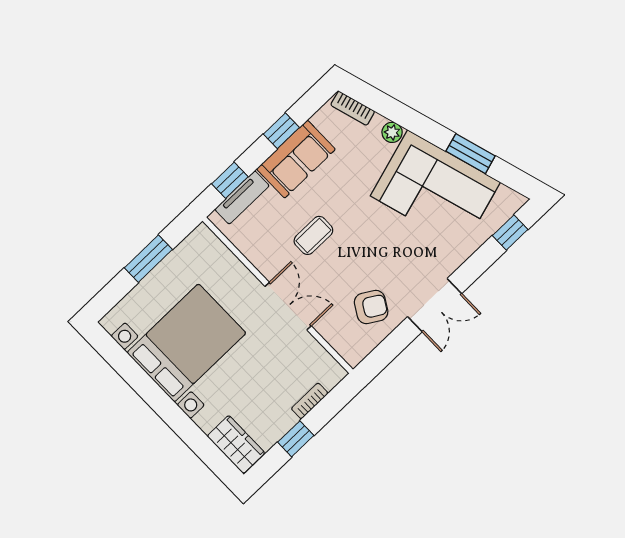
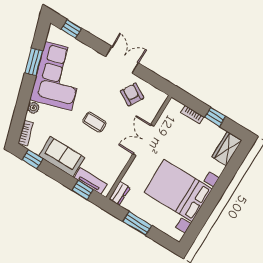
window: (281, 131) -> (32, 159), moved
coffee table: (313, 235) -> (94, 122), moved
dresser: (208, 242) -> (119, 193), added

